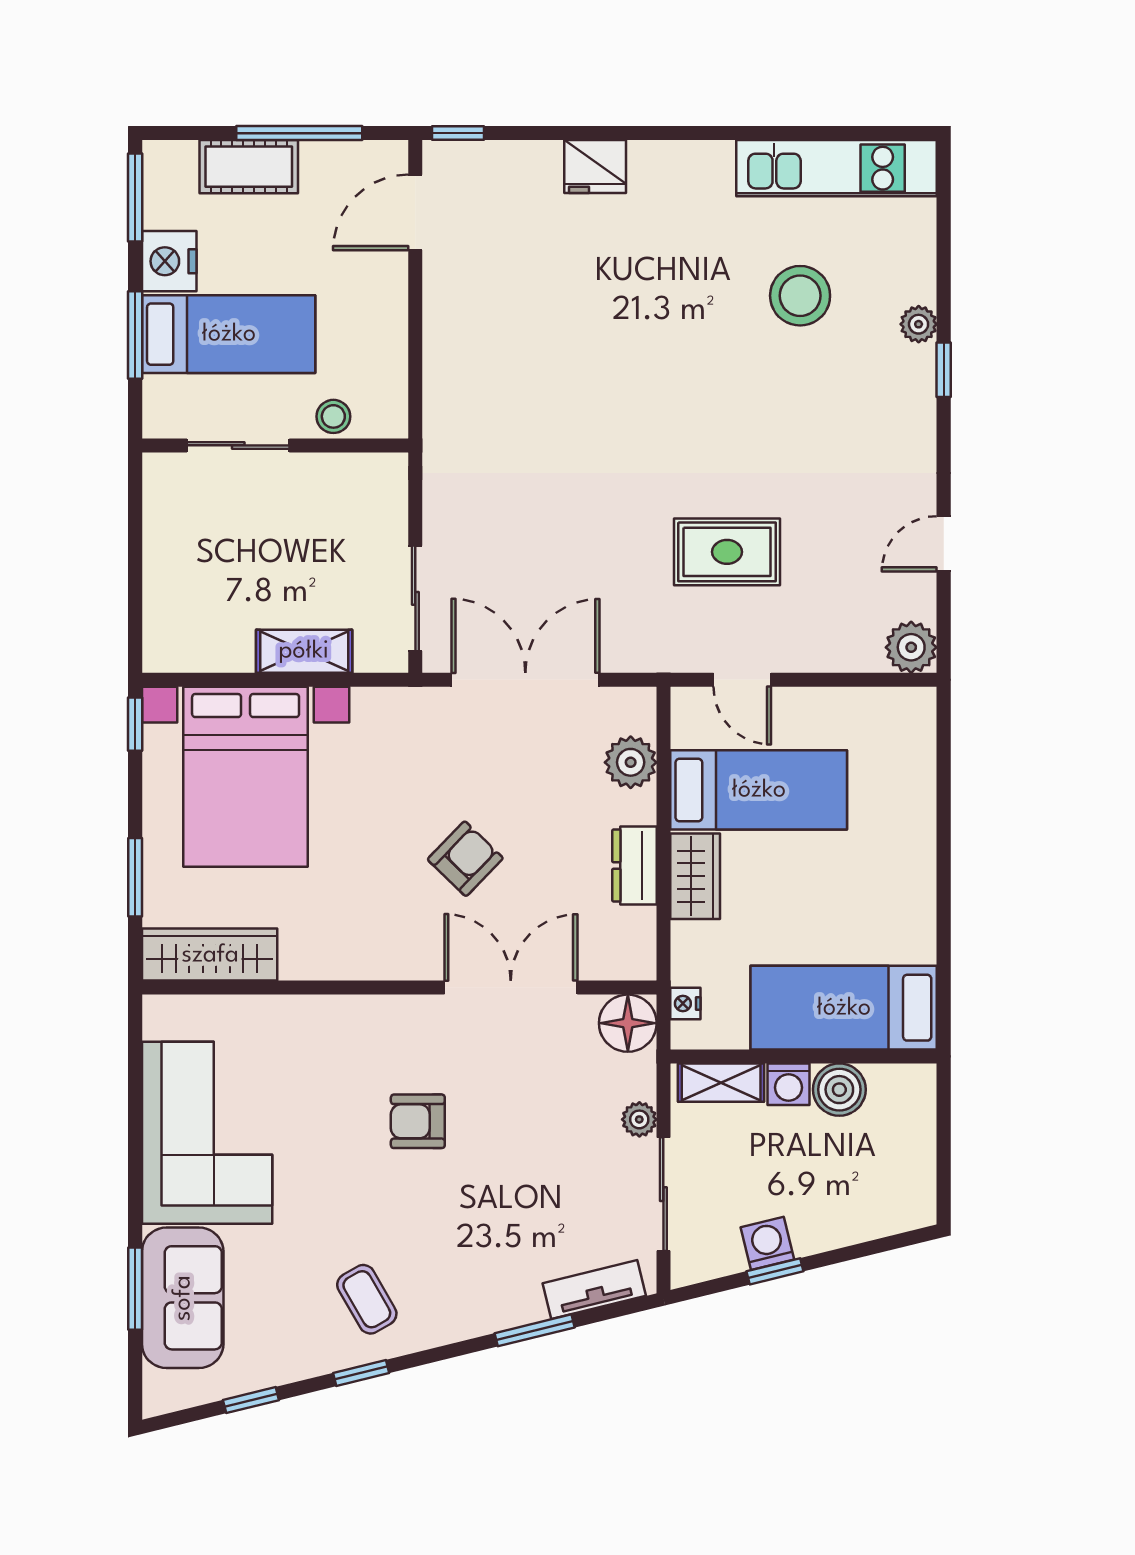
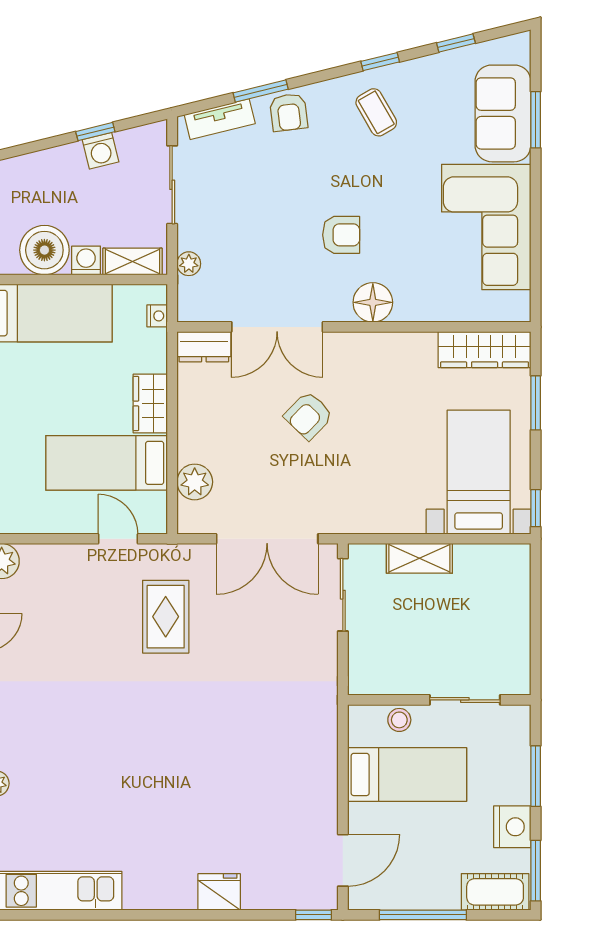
cot: (249, 167) -> (495, 892), moved
stool: (800, 296) -> (78, 803), removed
bed: (229, 334) -> (407, 774), moved, turned 180
rug: (727, 552) -> (166, 617), moved, turned 90
bed with nightstands: (246, 777) -> (479, 472), width x0.73
dresser: (634, 865) -> (204, 347), moved, turned 90
floor lamp: (628, 1023) -> (373, 302), moved
boiler: (839, 1090) -> (44, 250), width x1.37, depth x1.37
plant: (639, 1119) -> (189, 264), moved
armchair: (494, 1299) -> (289, 112), added

